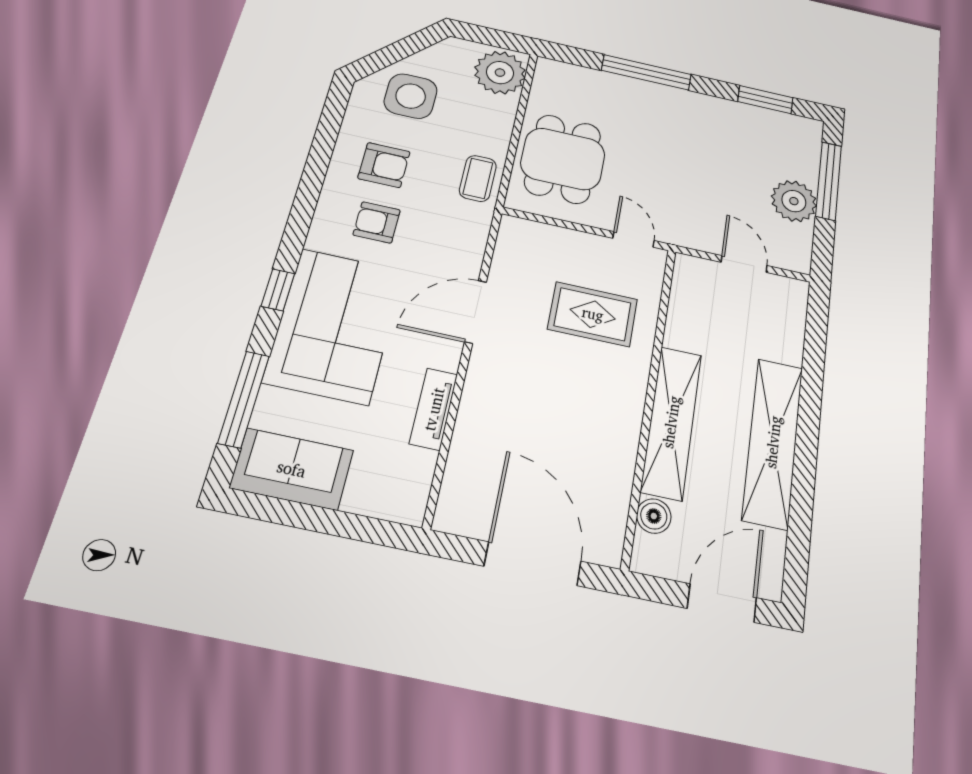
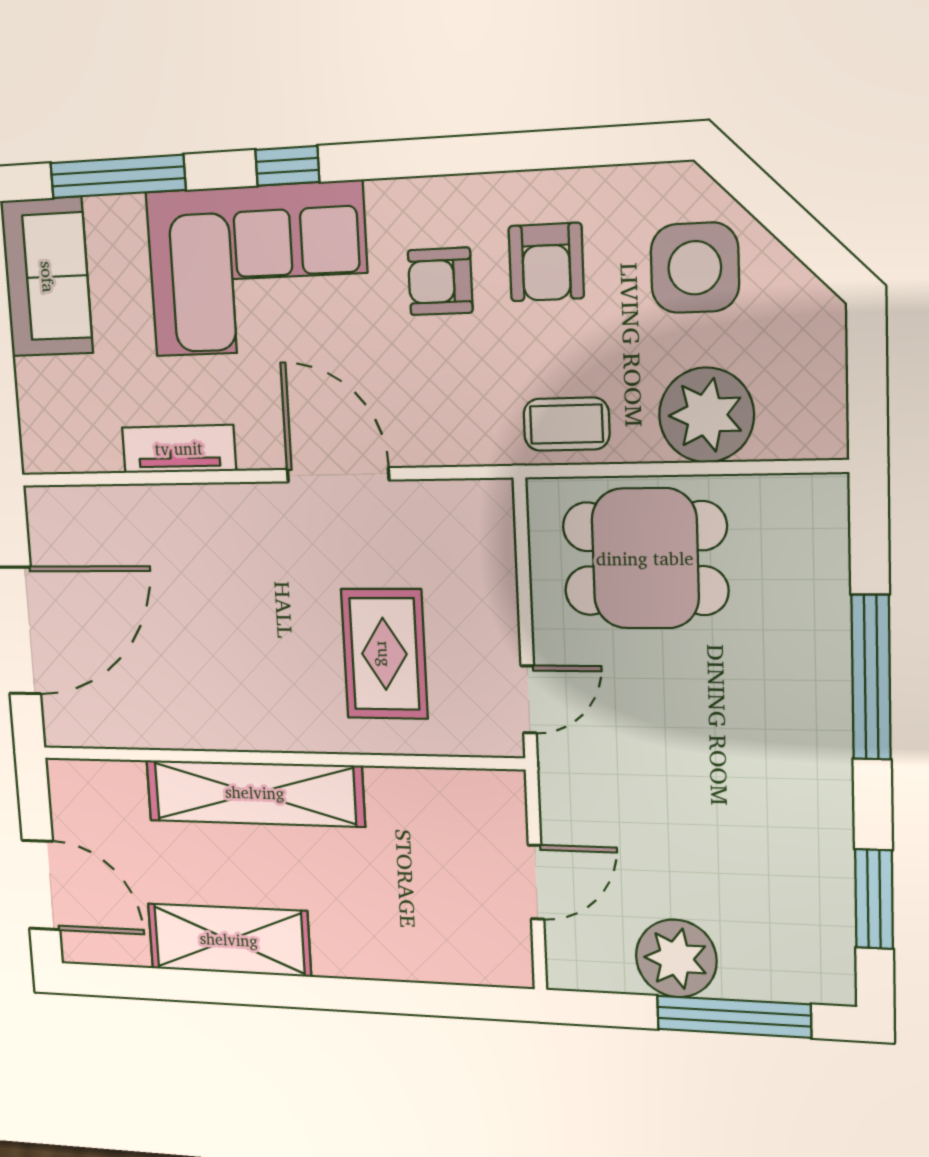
plant: (500, 73) -> (706, 415), moved
armchair: (377, 222) -> (440, 281), turned -90
shelving: (773, 442) -> (229, 940), width x0.68
boiler: (654, 516) -> (122, 783), removed

